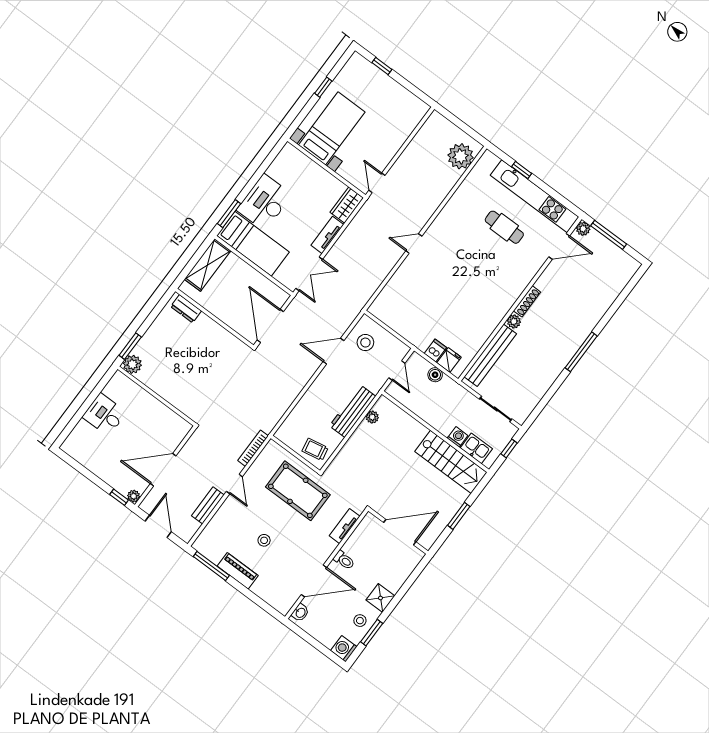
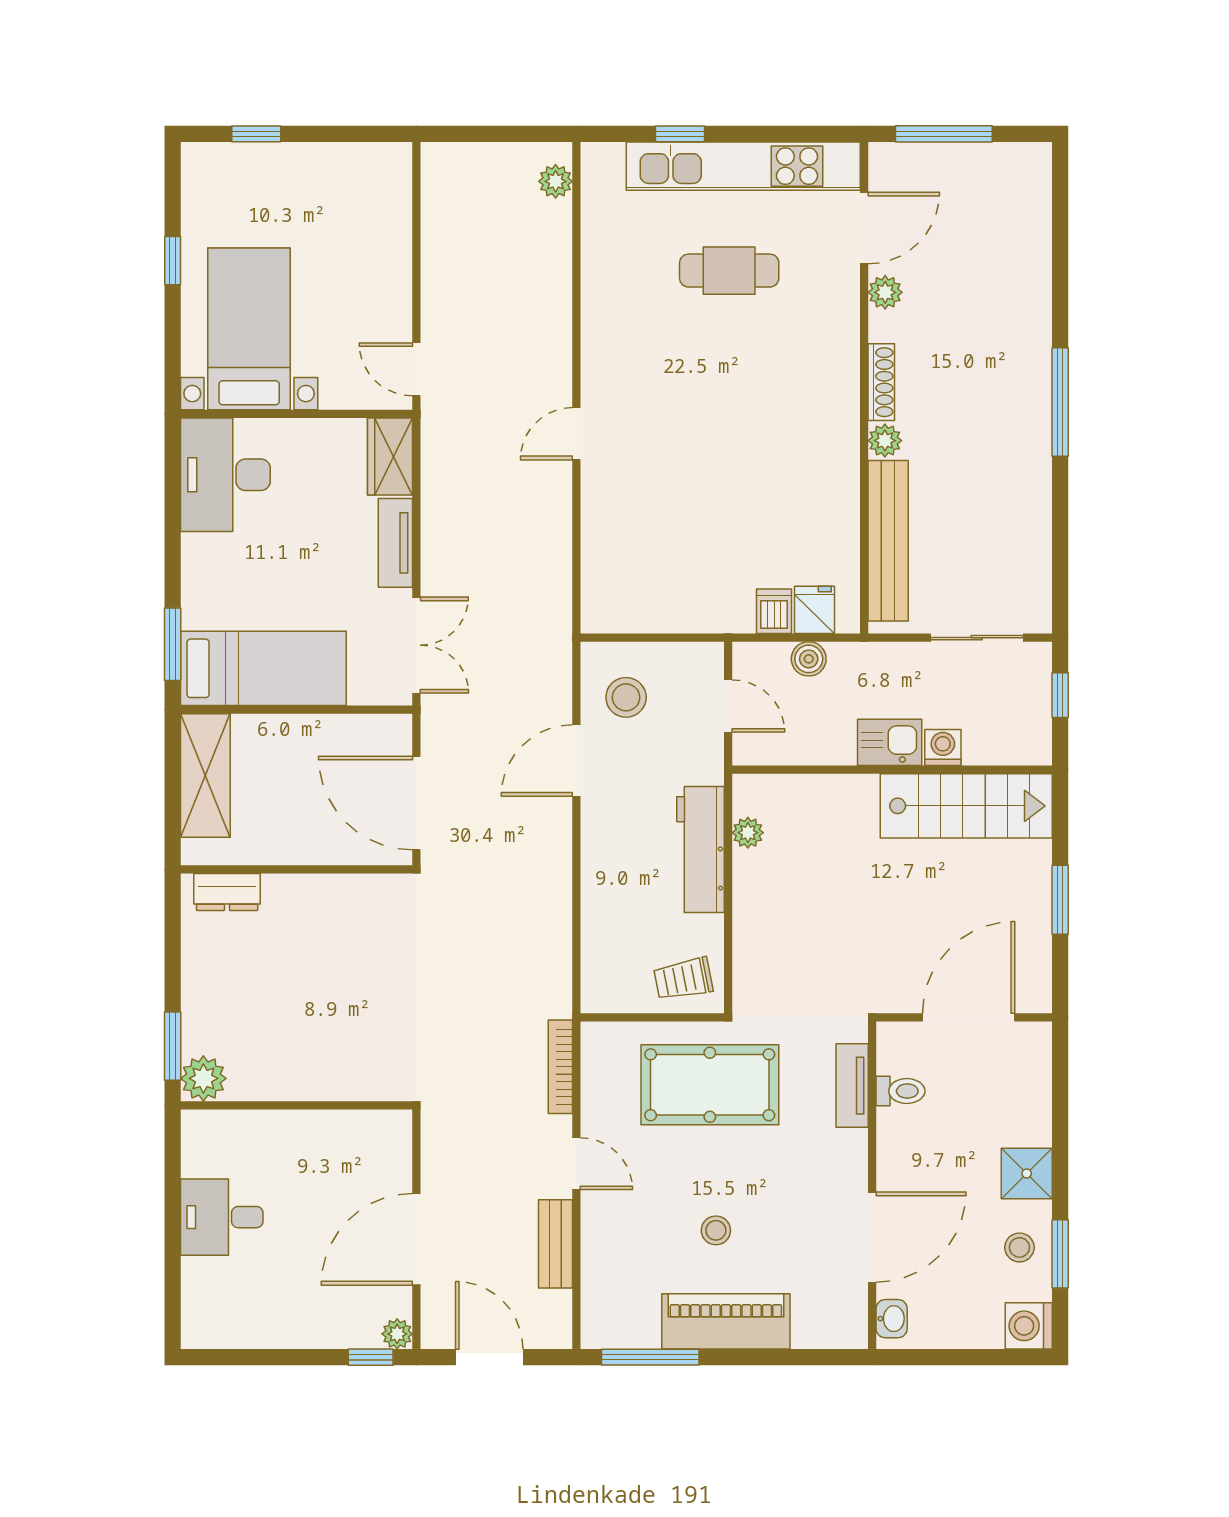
plant: (461, 156) -> (556, 181), width x0.53, depth x0.53
desk: (264, 202) -> (225, 475), moved
plant: (583, 229) -> (885, 292), moved
kitchen sink: (476, 448) -> (890, 742), moved
toilet: (344, 560) -> (900, 1091), moved
piano: (238, 571) -> (726, 1321), width x1.37, depth x1.33

